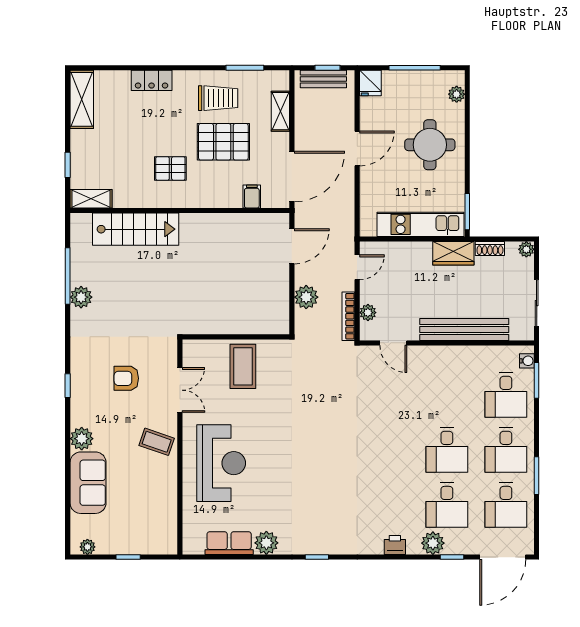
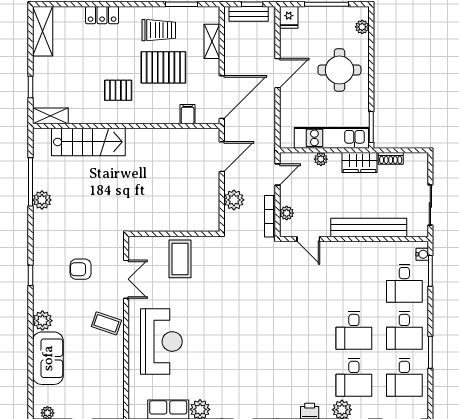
plant: (526, 249) -> (321, 159), moved

